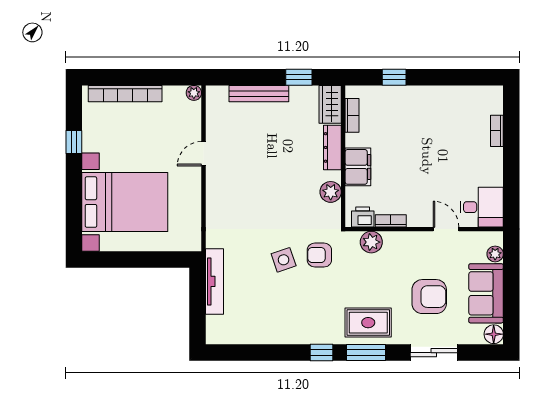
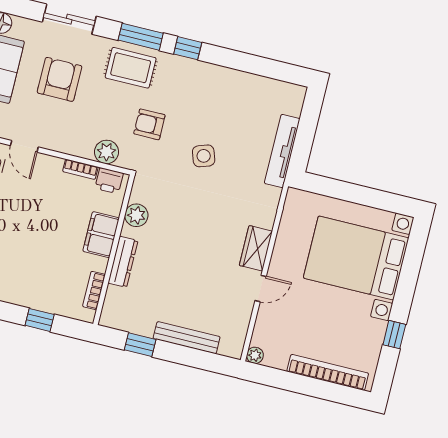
wardrobe: (330, 104) -> (256, 248), moved, turned 180
armchair: (319, 255) -> (149, 124), moved, turned 180
armchair: (429, 297) -> (59, 79), turned 90

